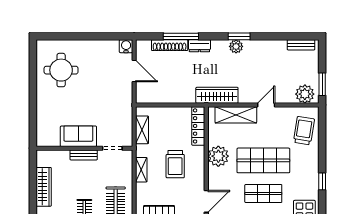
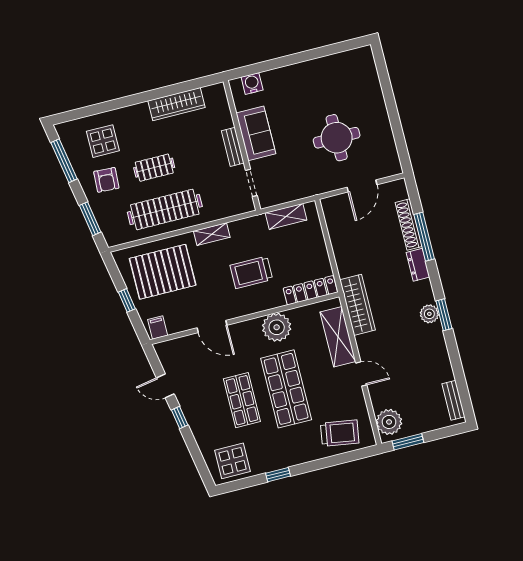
water cooler: (126, 46) -> (252, 84), moved, turned -90
round table: (61, 70) -> (337, 138), moved
shelving: (141, 170) -> (212, 234), moved

